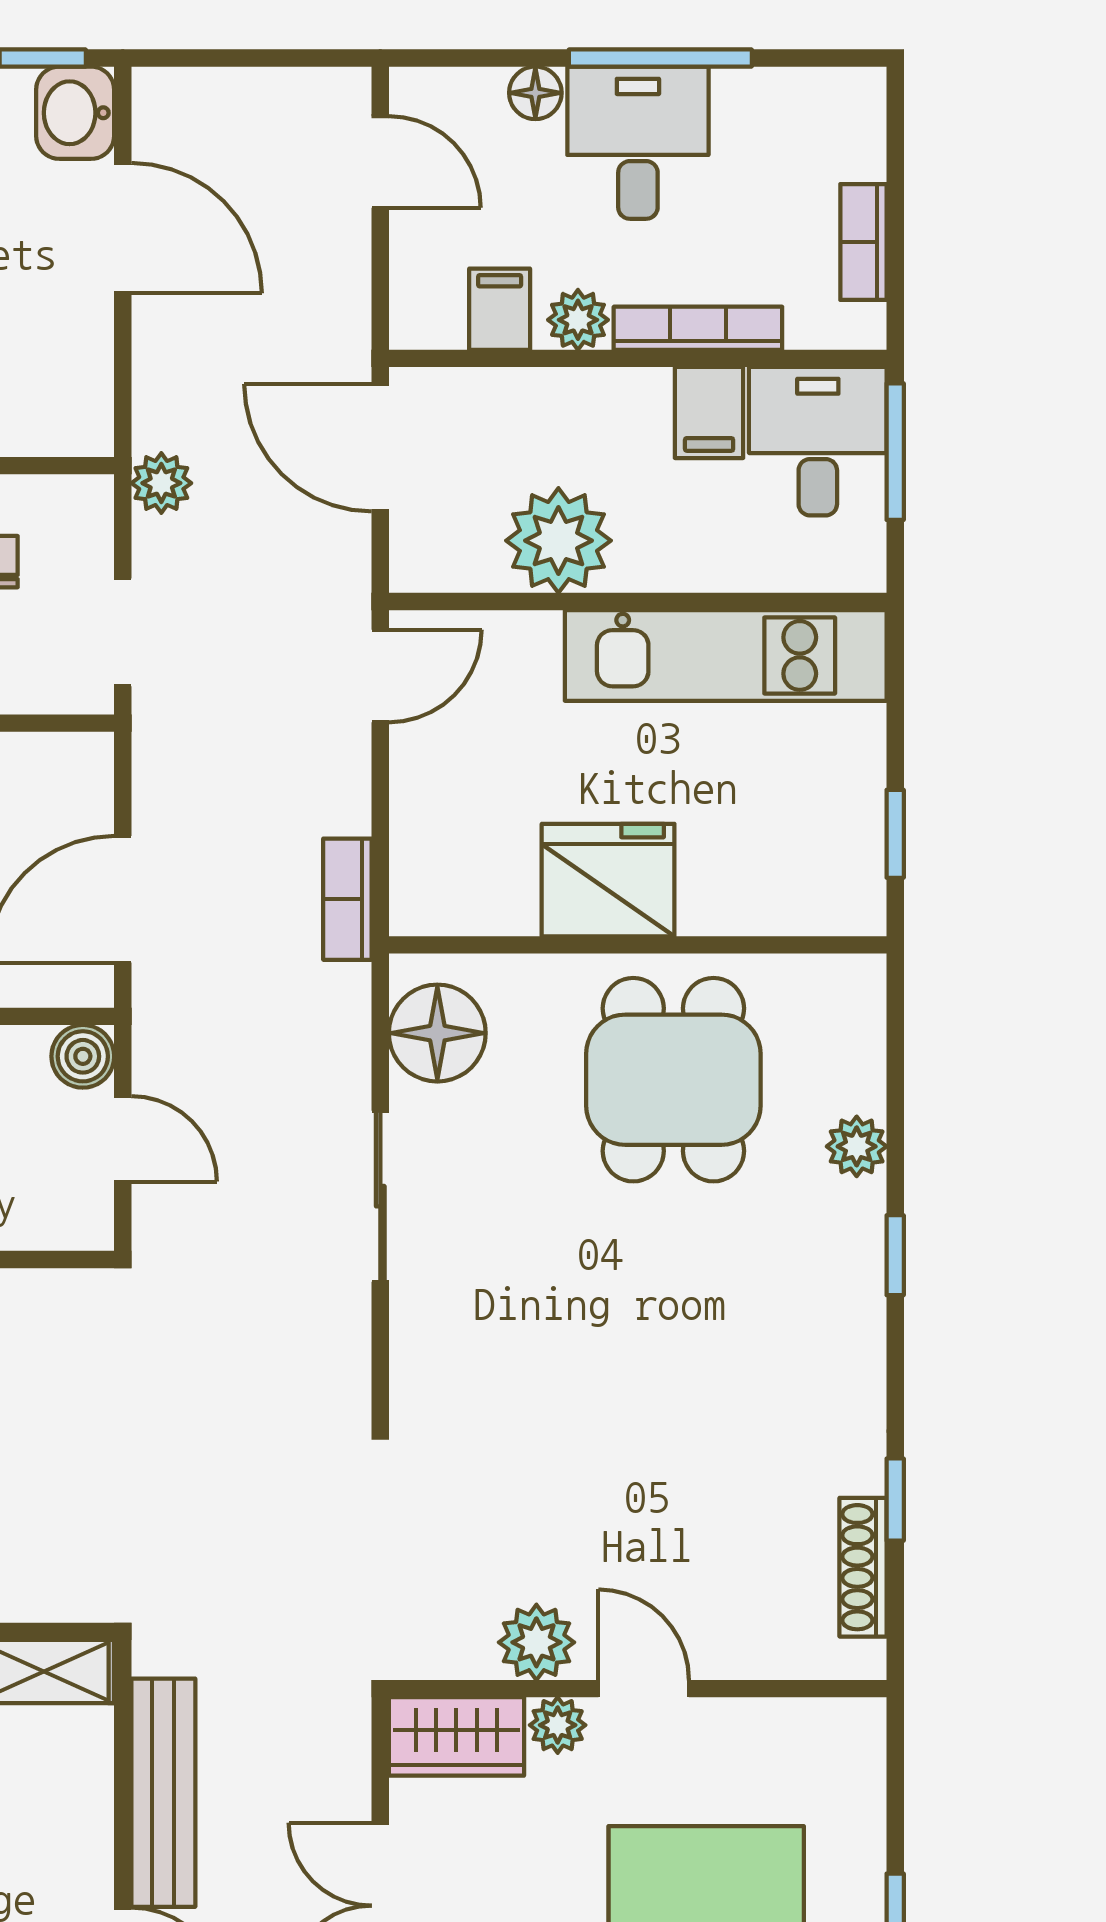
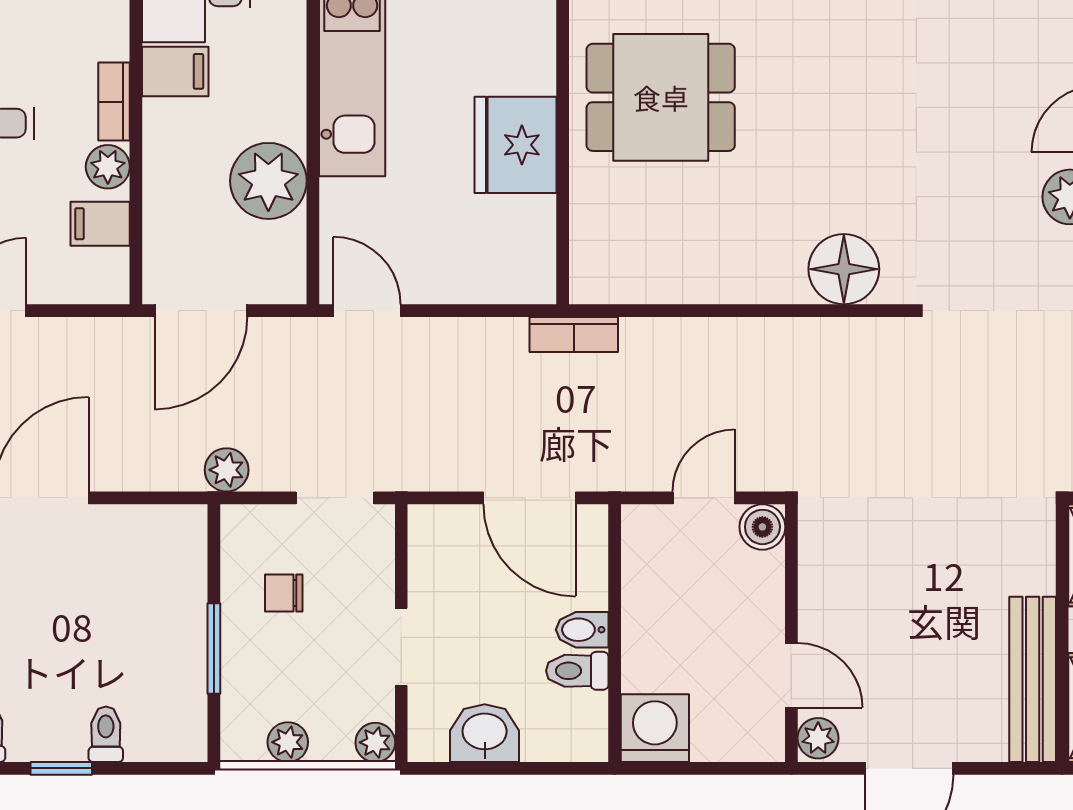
bookcase: (698, 328) -> (114, 102), width x0.64
bookcase: (347, 899) -> (574, 334), moved
floor lamp: (437, 1033) -> (844, 269), moved
boiler: (83, 1056) -> (762, 527), moved
sliding door: (380, 1196) -> (745, 311), removed

